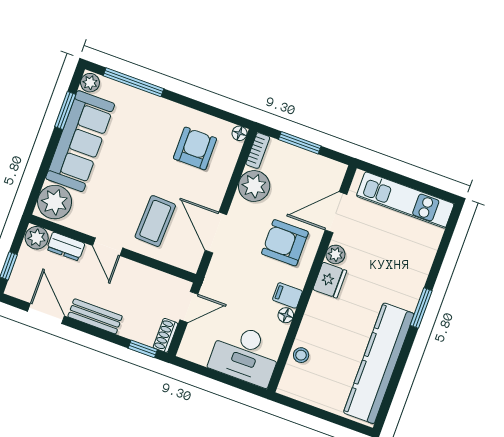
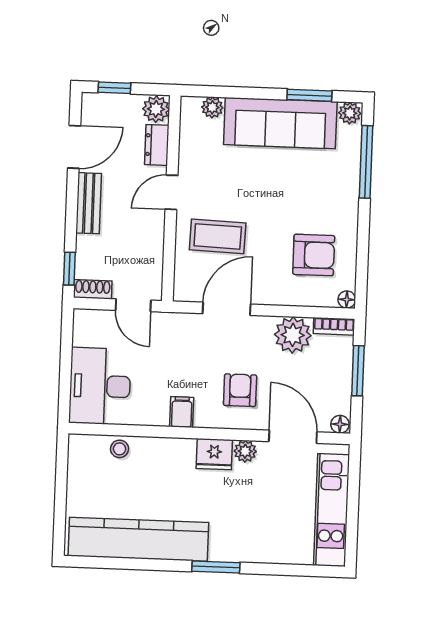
plant: (55, 202) -> (212, 107), width x0.53, depth x0.53
armchair: (285, 243) -> (240, 390), width x0.72, depth x0.72
floor lamp: (286, 315) -> (340, 424), moved

